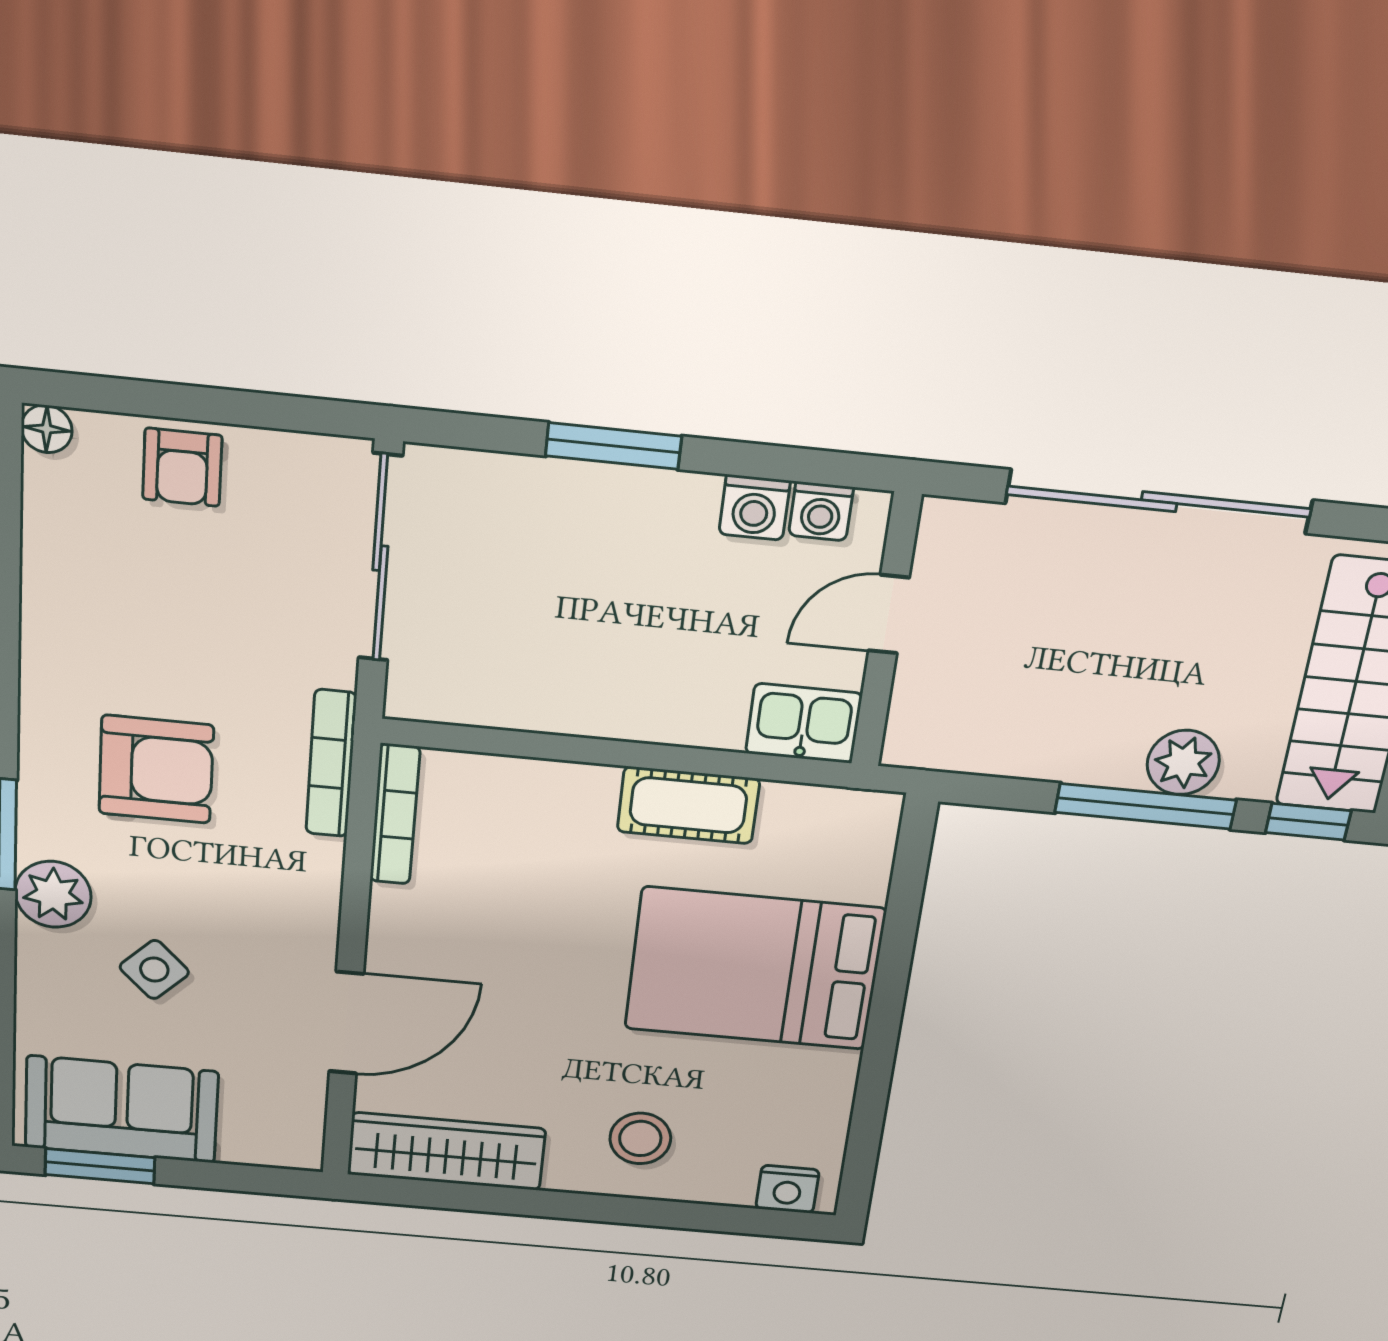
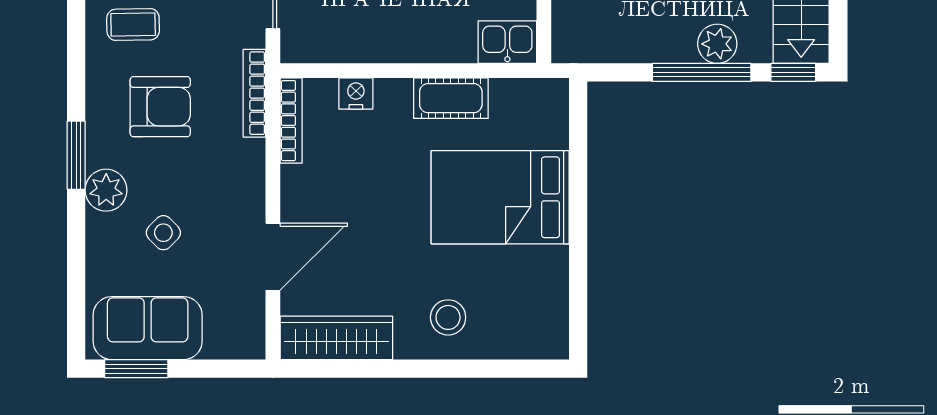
coffee table: (110, 626) -> (133, 25), added
nightstand: (787, 1189) -> (356, 93), moved, turned 180

